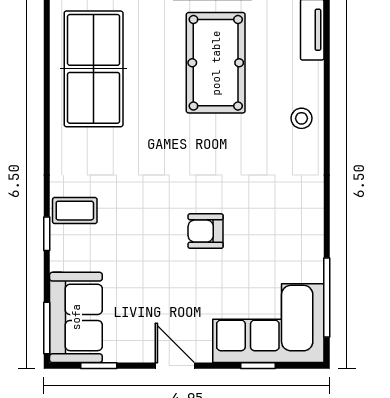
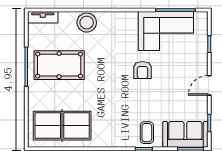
stool: (301, 118) -> (87, 23), width x1.89, depth x1.89
coffee table: (75, 211) -> (147, 133), moved
corner sofa: (268, 323) -> (166, 31), moved, turned -90

